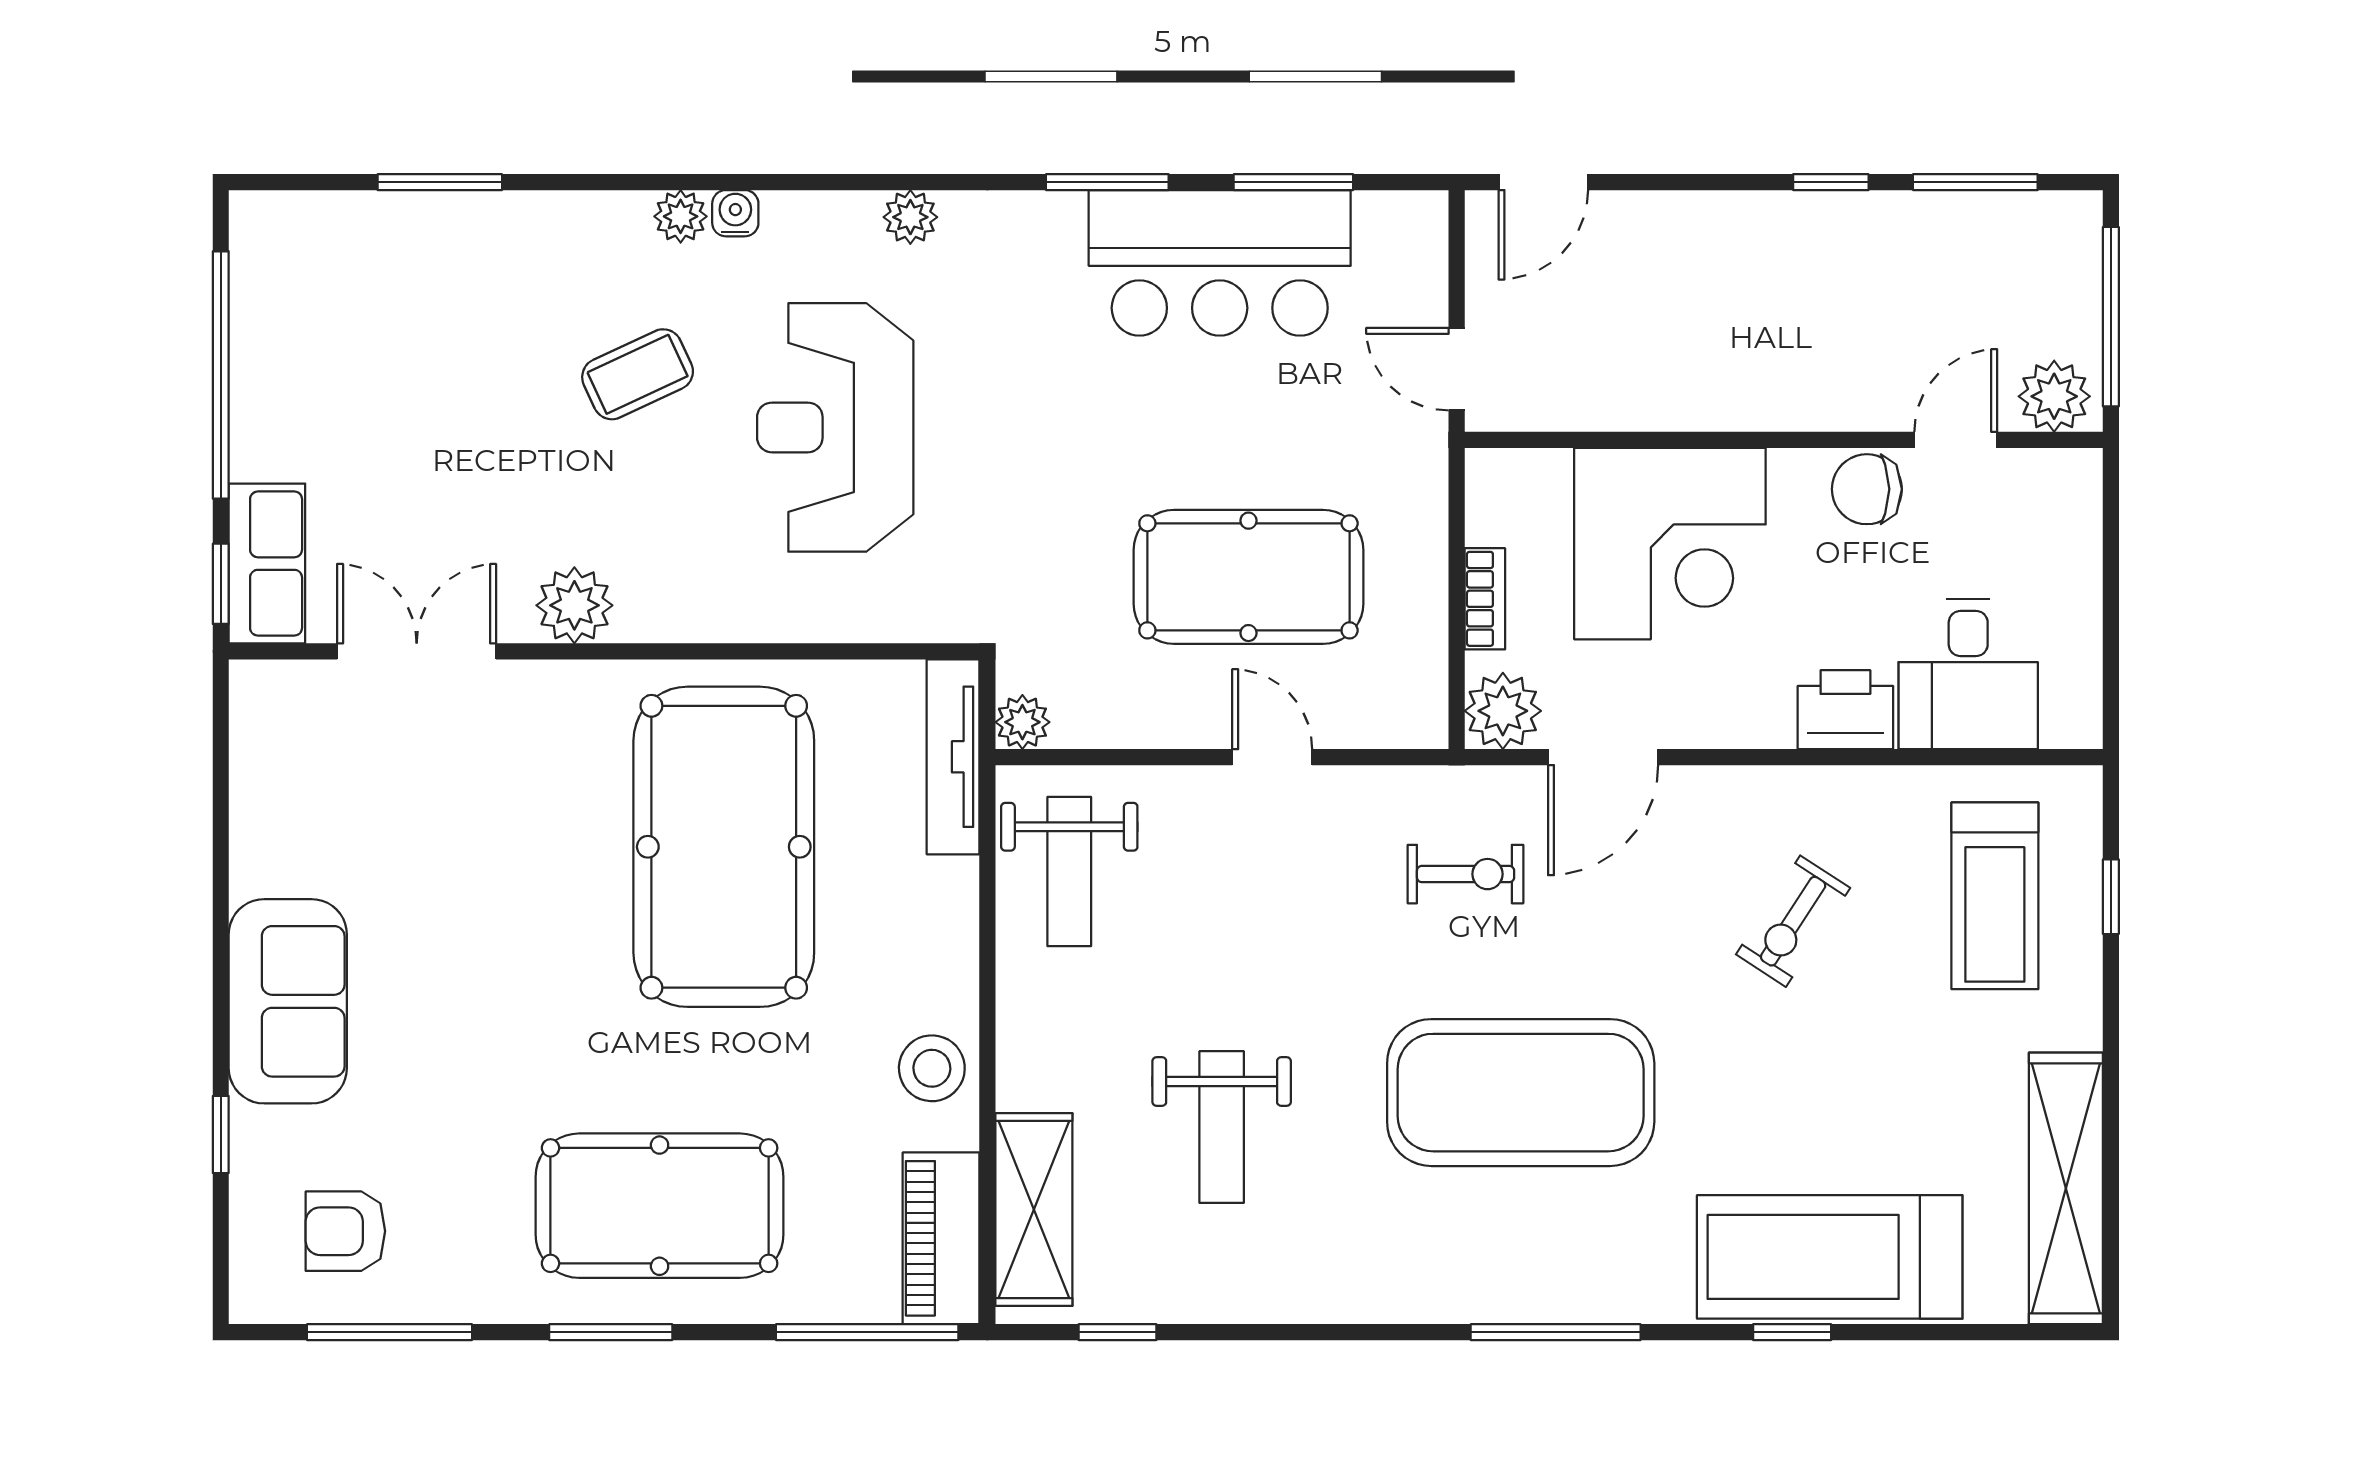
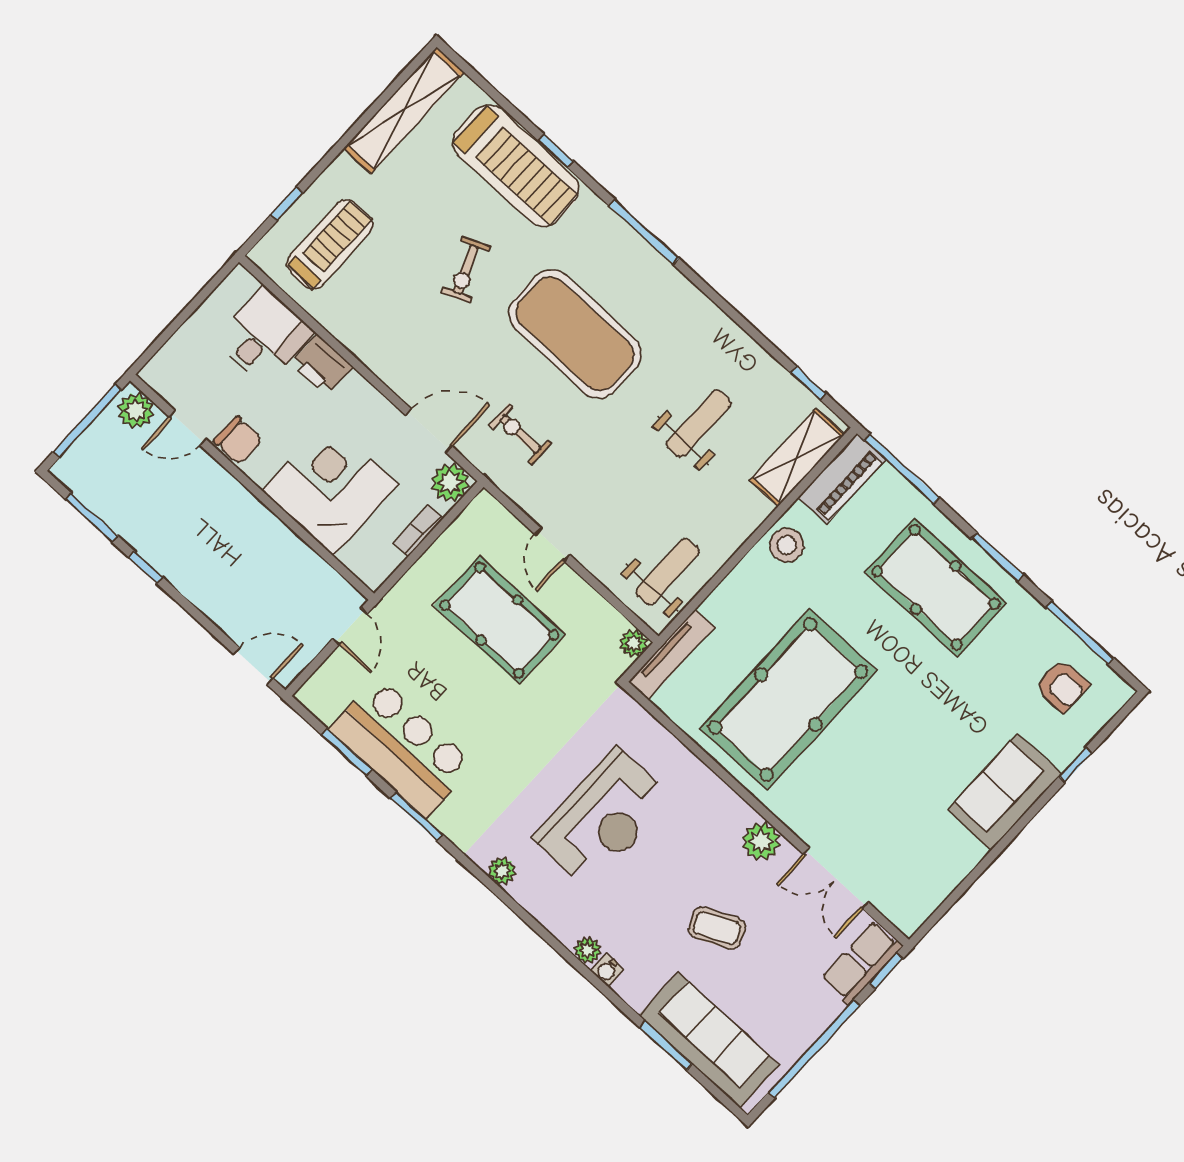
water cooler: (735, 213) -> (607, 970), moved
sofa: (385, 248) -> (709, 1040), added
coffee table: (638, 374) -> (717, 928), moved
exercise bike: (1793, 921) -> (466, 270), moved, turned 125

